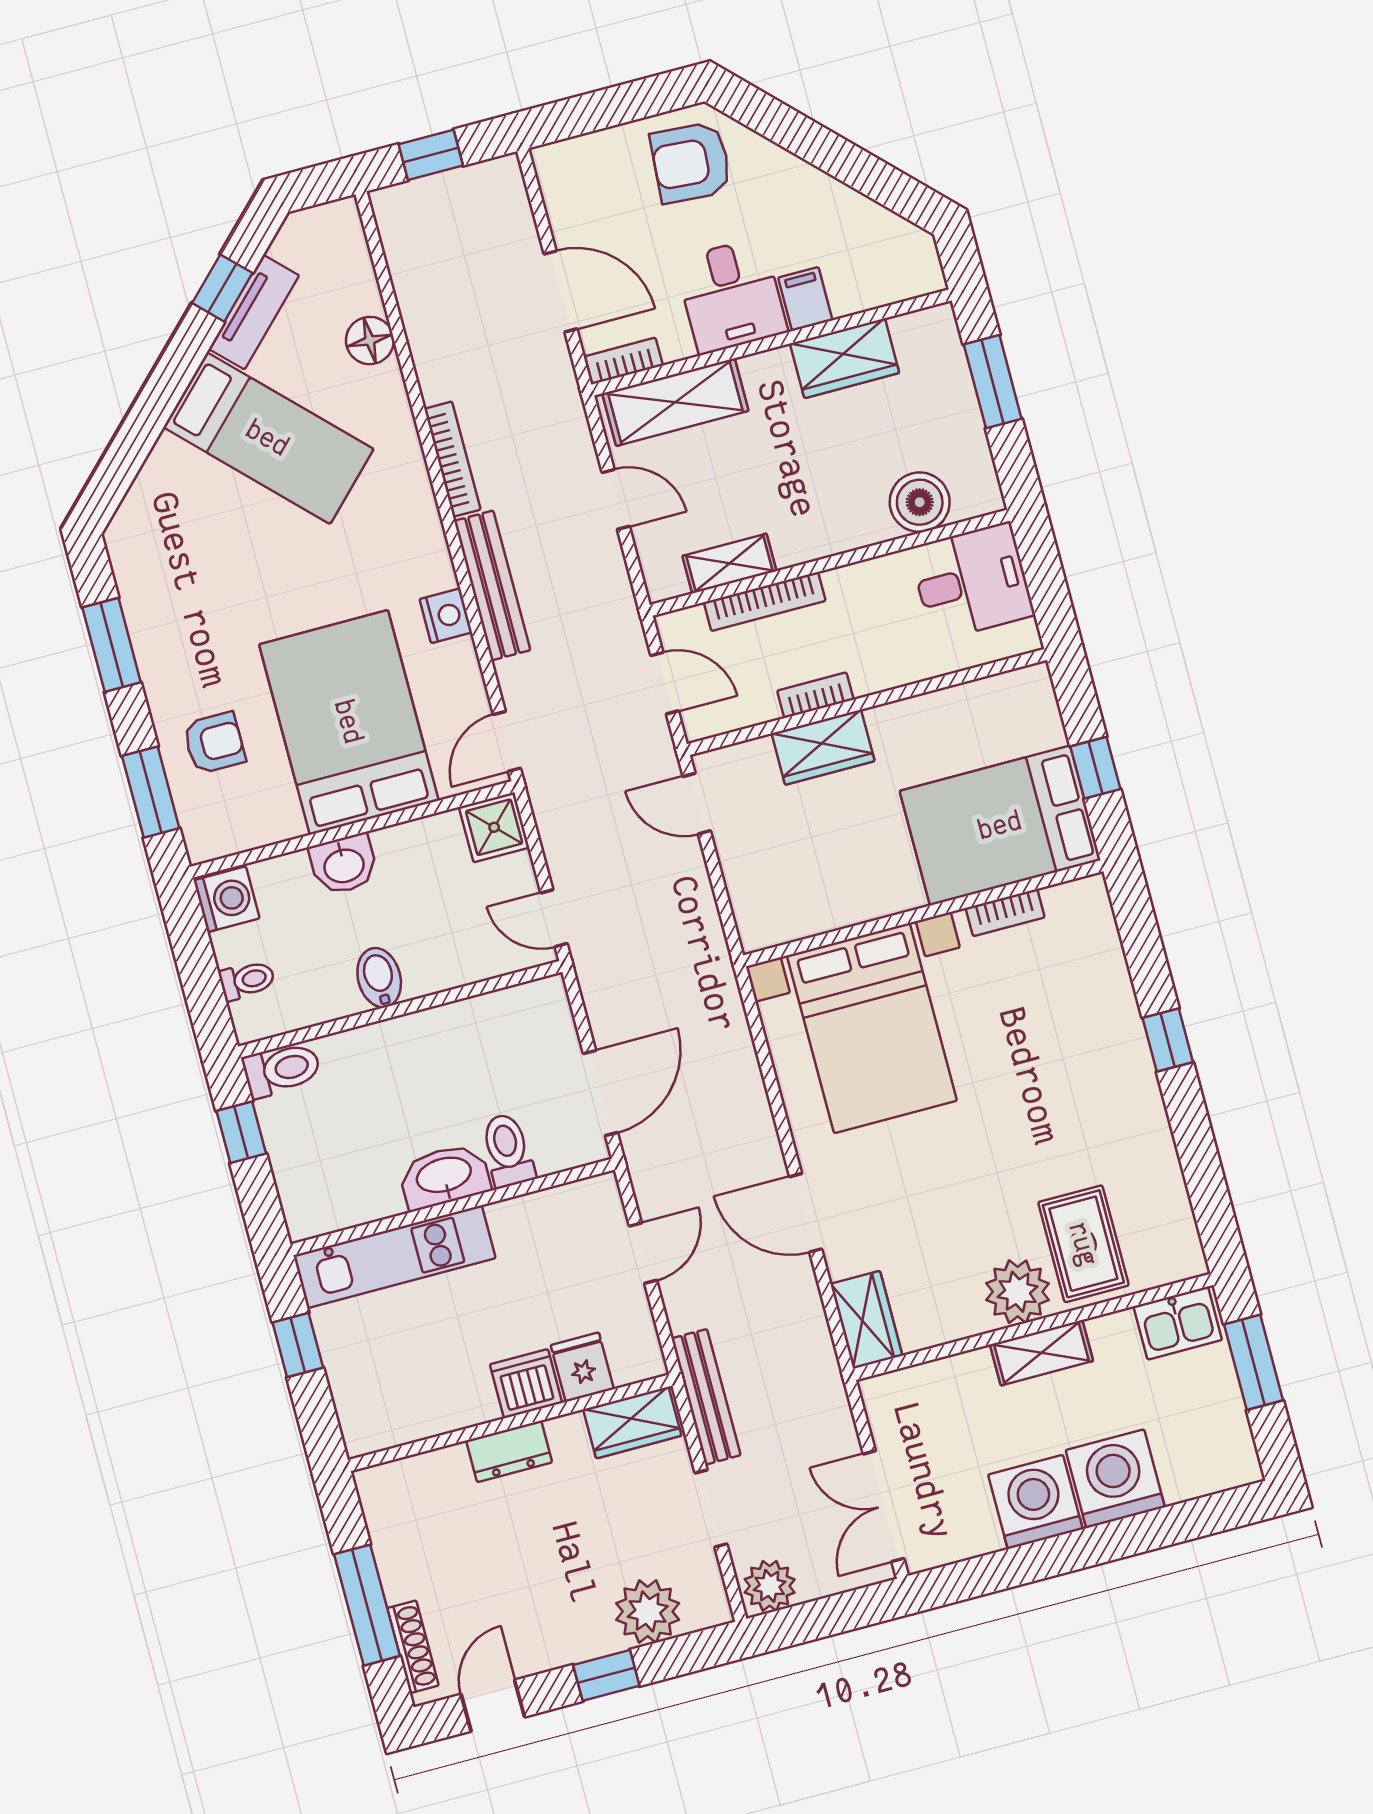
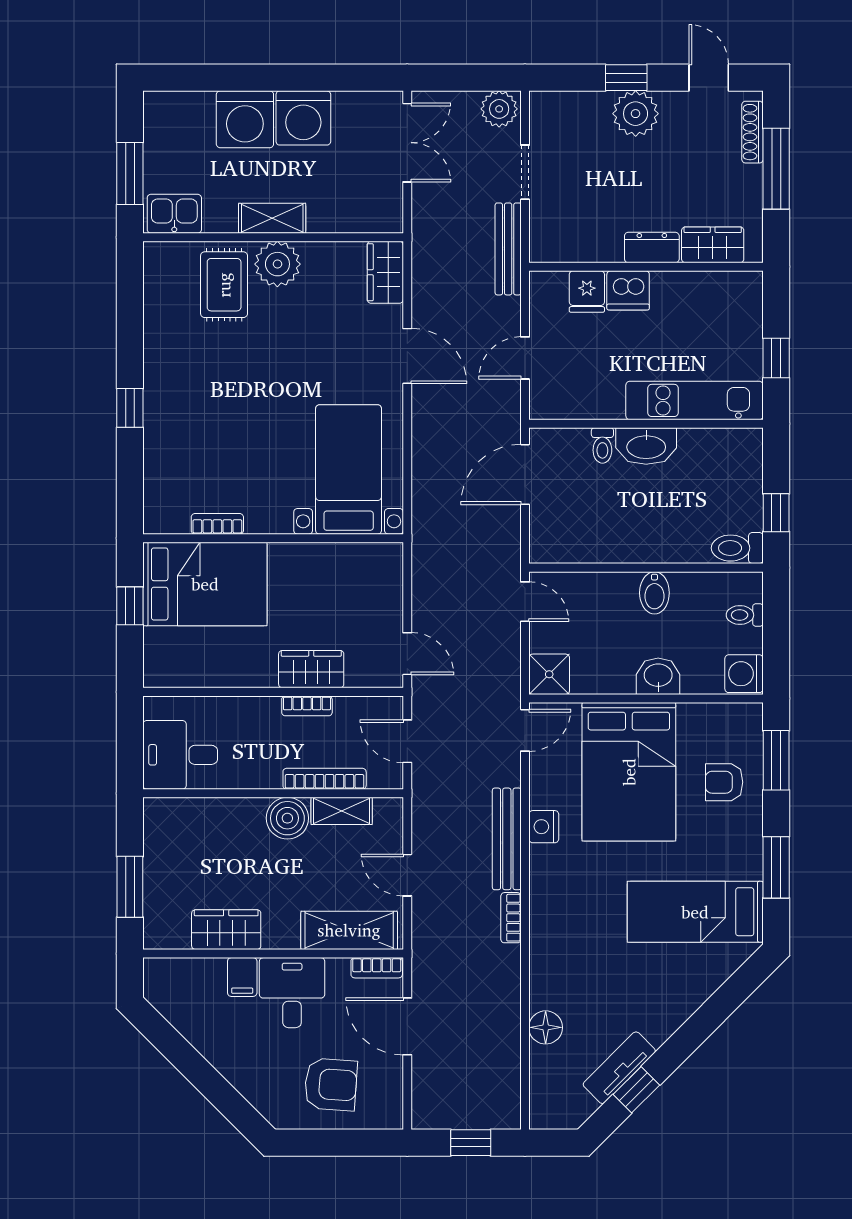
armchair: (691, 162) -> (331, 1084), moved
bed: (268, 438) -> (695, 912), moved, turned -45
bookcase: (452, 459) -> (511, 918), width x0.64
boiler: (920, 502) -> (287, 818), moved
bed with nightstands: (872, 1028) -> (349, 469), width x0.73
toilet: (508, 1150) -> (602, 445), width x0.73, depth x0.72
wardrobe: (632, 1423) -> (713, 245), moved
plant: (648, 1612) -> (636, 114), moved
door: (493, 1706) -> (709, 78), swing flipped

